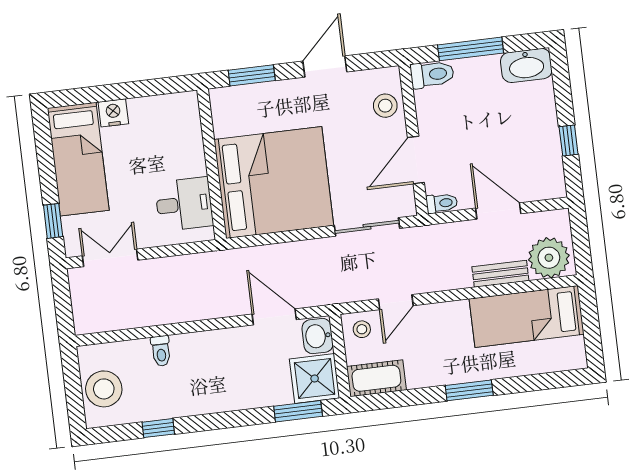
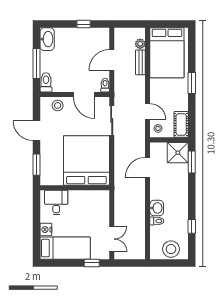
desk: (184, 204) -> (56, 202), moved
double door: (110, 258) -> (112, 239), swing flipped
plant: (549, 258) -> (140, 44), width x0.53, depth x0.53
bed: (527, 316) -> (167, 53), width x1.50
washbasin: (318, 336) -> (157, 208), moved, turned -90

